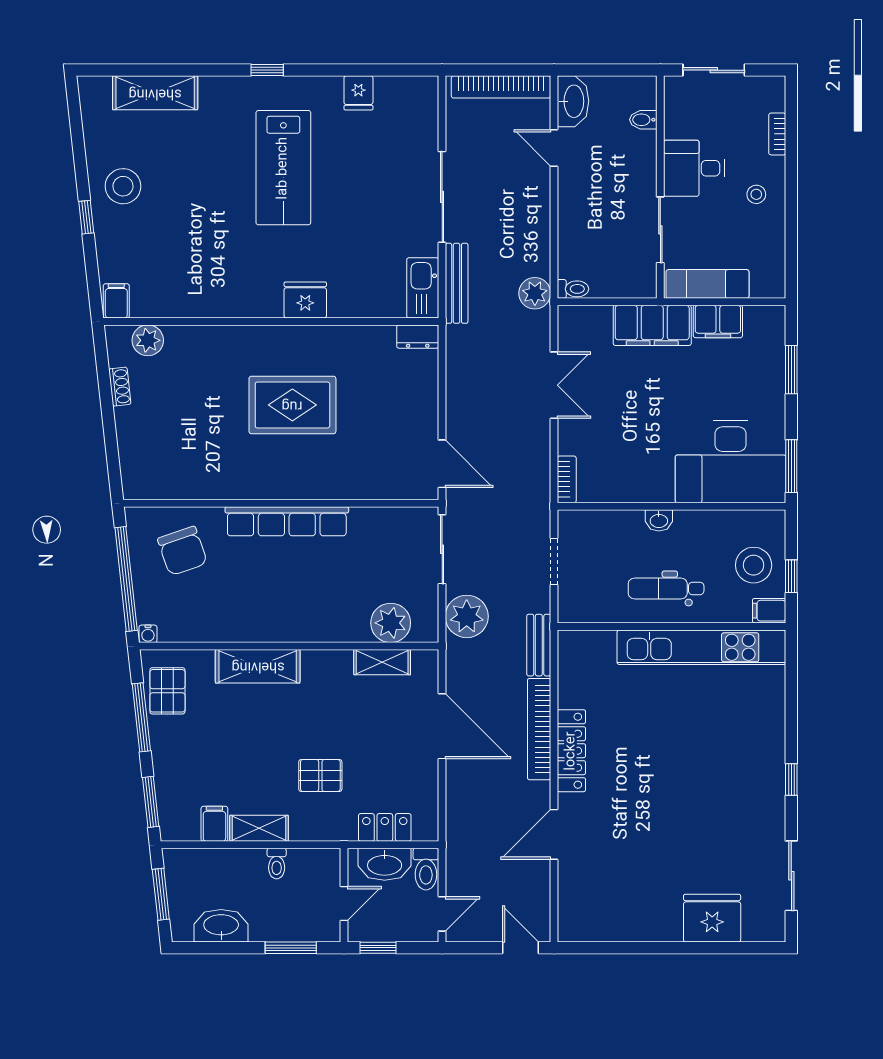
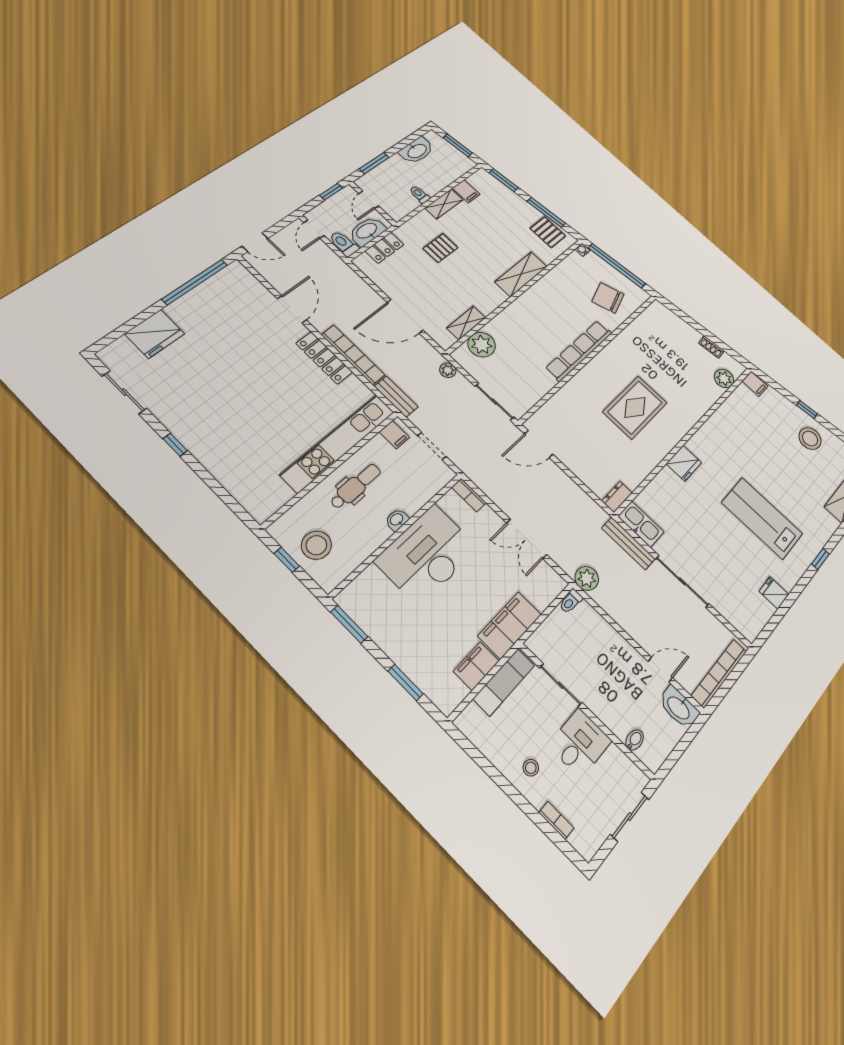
desk: (731, 461) -> (427, 555), moved
filing cabinet: (769, 611) -> (394, 435), moved, turned 90
plant: (467, 616) -> (448, 370), width x0.53, depth x0.53
kitchen unit: (701, 647) -> (338, 443), moved
window: (624, 948) -> (195, 282), added

